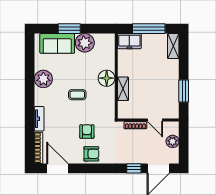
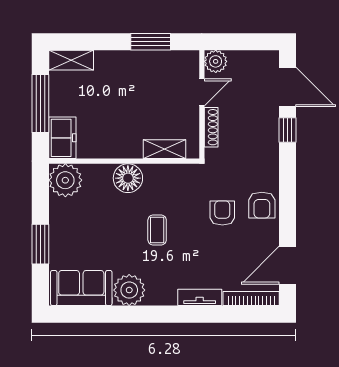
sofa: (57, 43) -> (81, 288), moved, turned -90
plant: (85, 43) -> (65, 180), moved
shelving: (123, 89) -> (165, 149), moved
armchair: (87, 132) -> (222, 213), turned 90
plant: (173, 141) -> (216, 61), moved
armchair: (91, 154) -> (262, 205), turned 180

